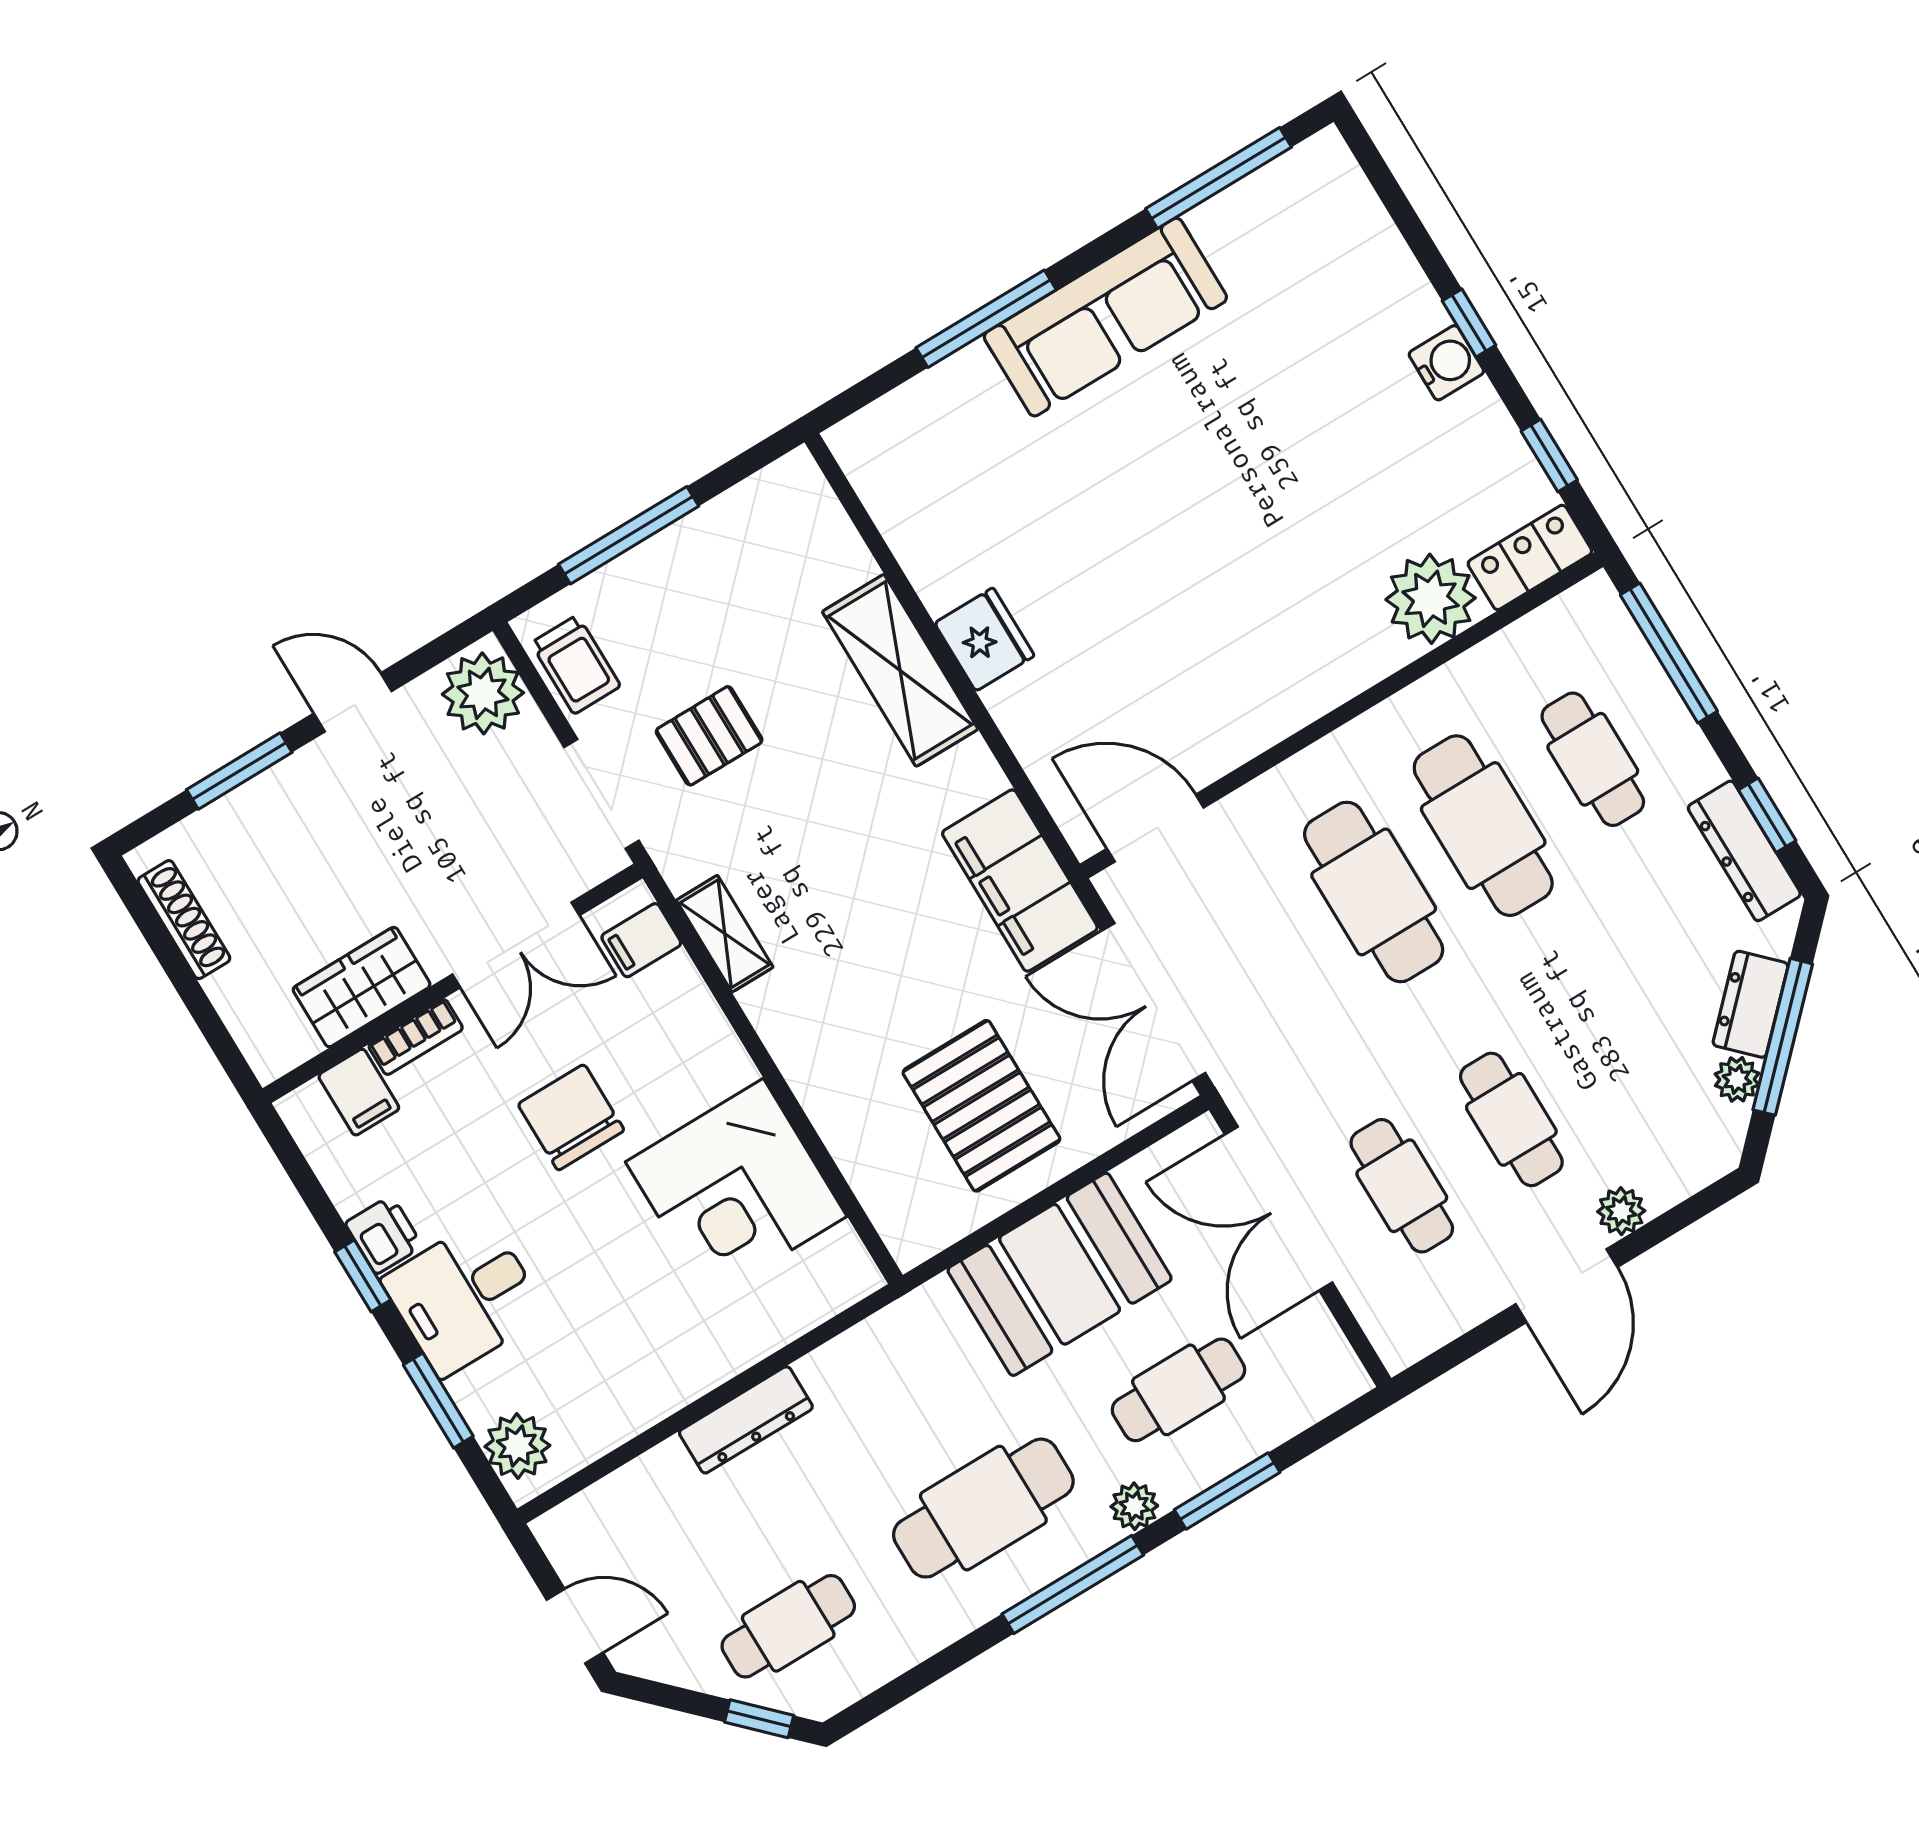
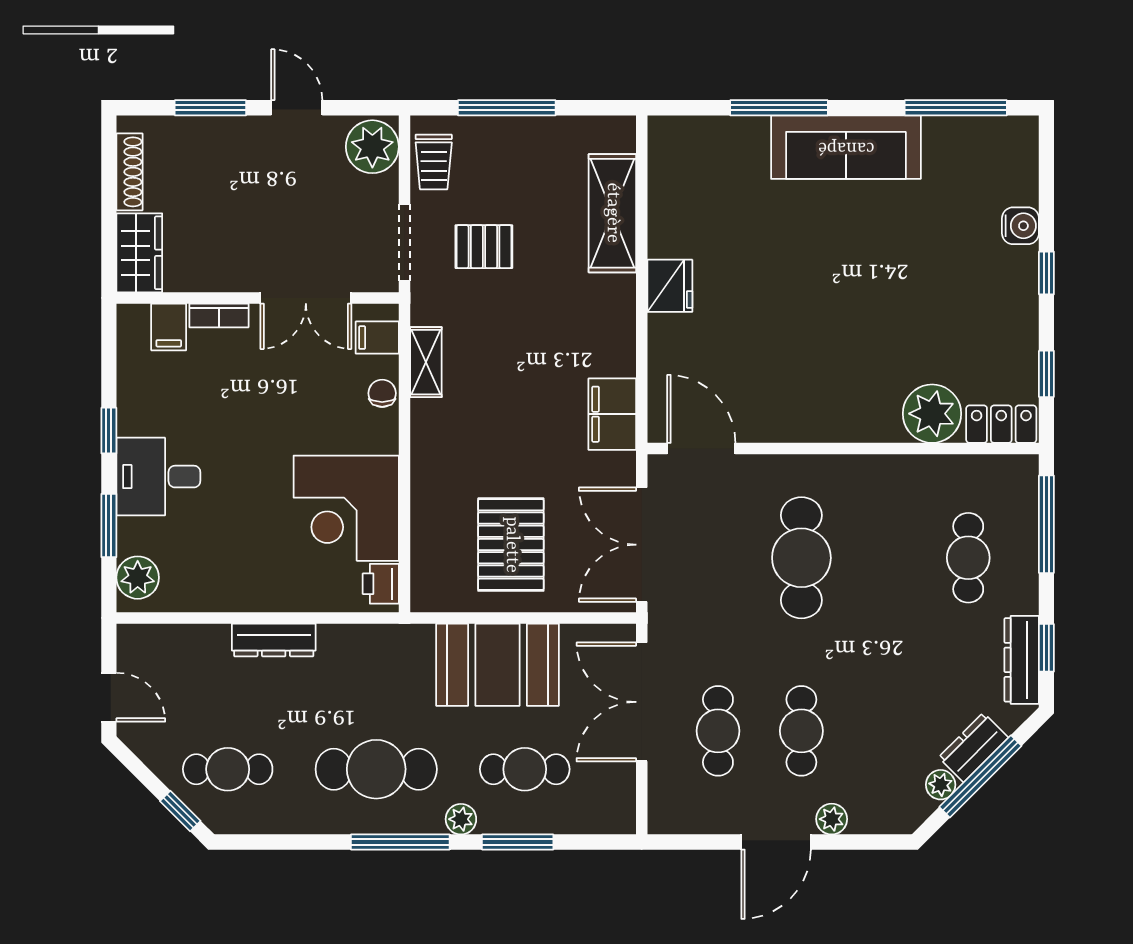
water cooler: (1446, 363) -> (1020, 226), moved
shelving: (900, 670) -> (612, 213), moved
cafe table: (1483, 826) -> (885, 558), removed
filing cabinet: (1020, 880) -> (612, 414), width x0.67, depth x0.86
wardrobe: (362, 987) -> (139, 253), moved, turned 90
chair: (571, 1117) -> (382, 393), moved, width x0.54, depth x0.54
printer: (384, 1235) -> (381, 584), moved, turned 180

